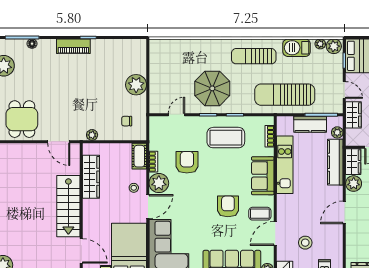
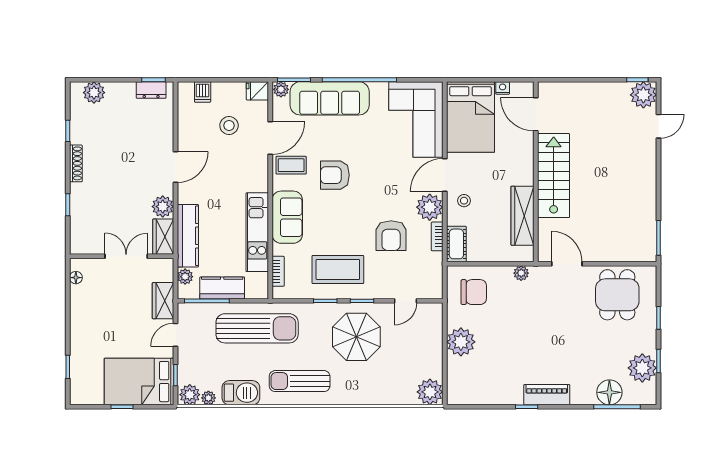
floor lamp: (32, 44) -> (609, 392), width x1.89, depth x1.89
plant: (159, 48) -> (430, 392), added
sun lounger: (254, 56) -> (300, 381), turned 180
door: (344, 90) -> (175, 335), hinge flipped
chair: (127, 121) -> (474, 292), width x1.87, depth x1.87
armchair: (228, 206) -> (335, 175), turned 90

